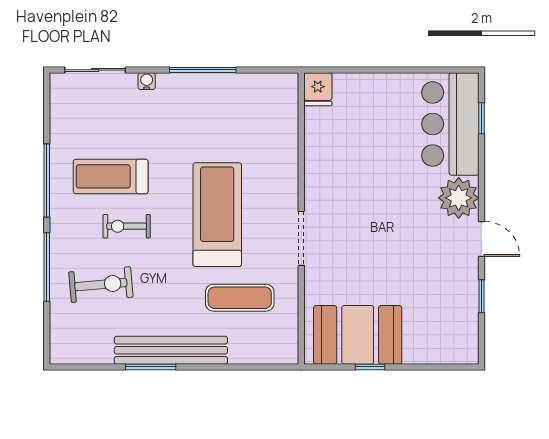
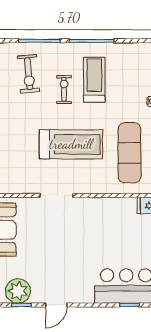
plant: (459, 198) -> (18, 291), moved
exercise mat: (240, 298) -> (129, 153), moved, width x1.36, depth x1.45

